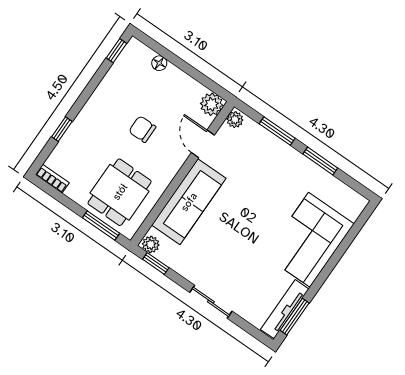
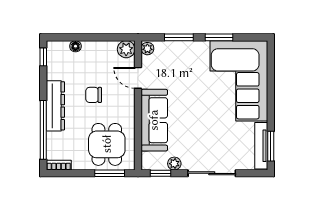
dresser: (93, 112) -> (55, 106), added
window: (62, 129) -> (43, 130), width x3.17
corner sofa: (309, 240) -> (239, 81), width x1.36, depth x1.36
plant: (151, 244) -> (174, 164), moved
sliding door: (211, 302) -> (212, 173), width x1.37

